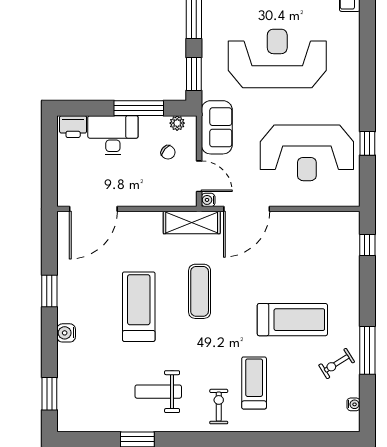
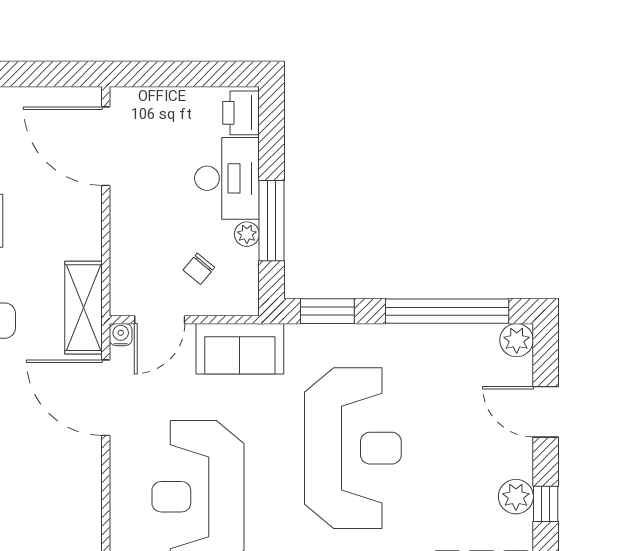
plant: (177, 123) -> (247, 234), moved

